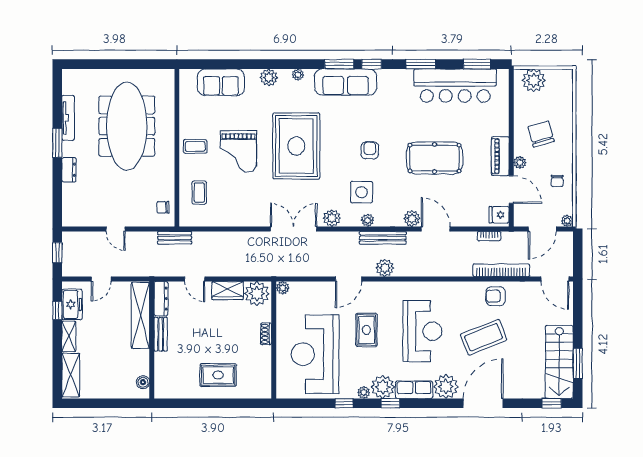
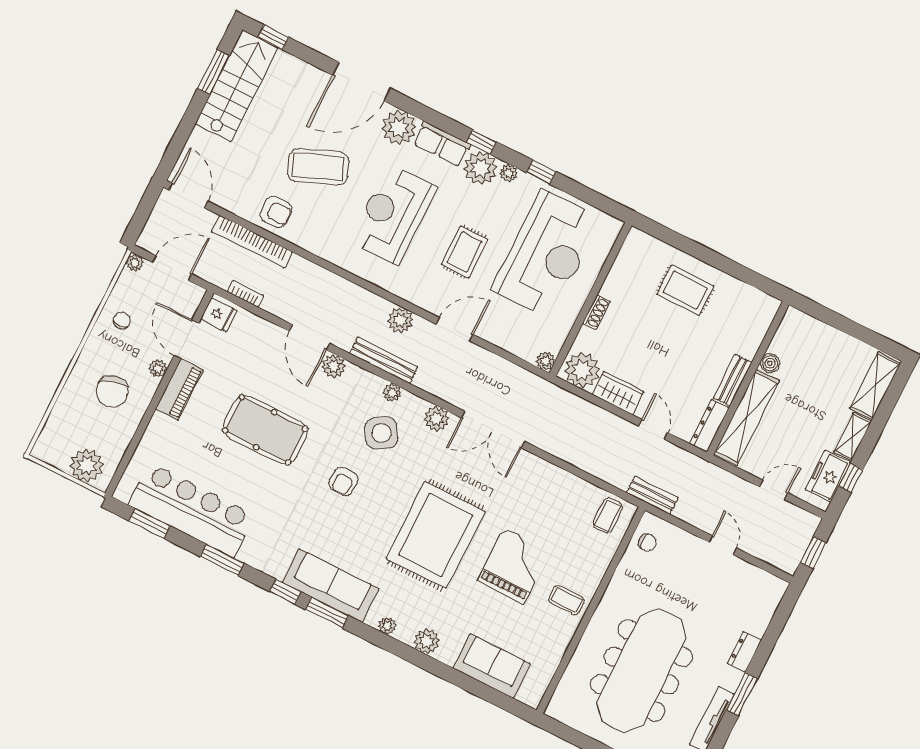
side table: (362, 192) -> (381, 433), turned -32
coffee table: (199, 193) -> (608, 516), moved
boiler: (143, 382) -> (770, 363), moved

